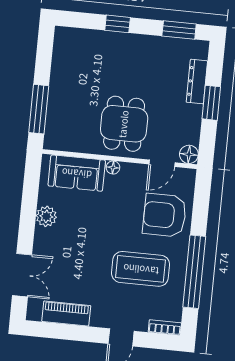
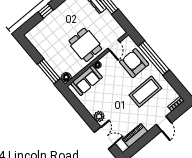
floor lamp: (189, 154) -> (66, 77), moved
armchair: (165, 215) -> (134, 63), turned 90
plant: (46, 216) -> (99, 116), moved
window: (194, 272) -> (154, 58), moved

